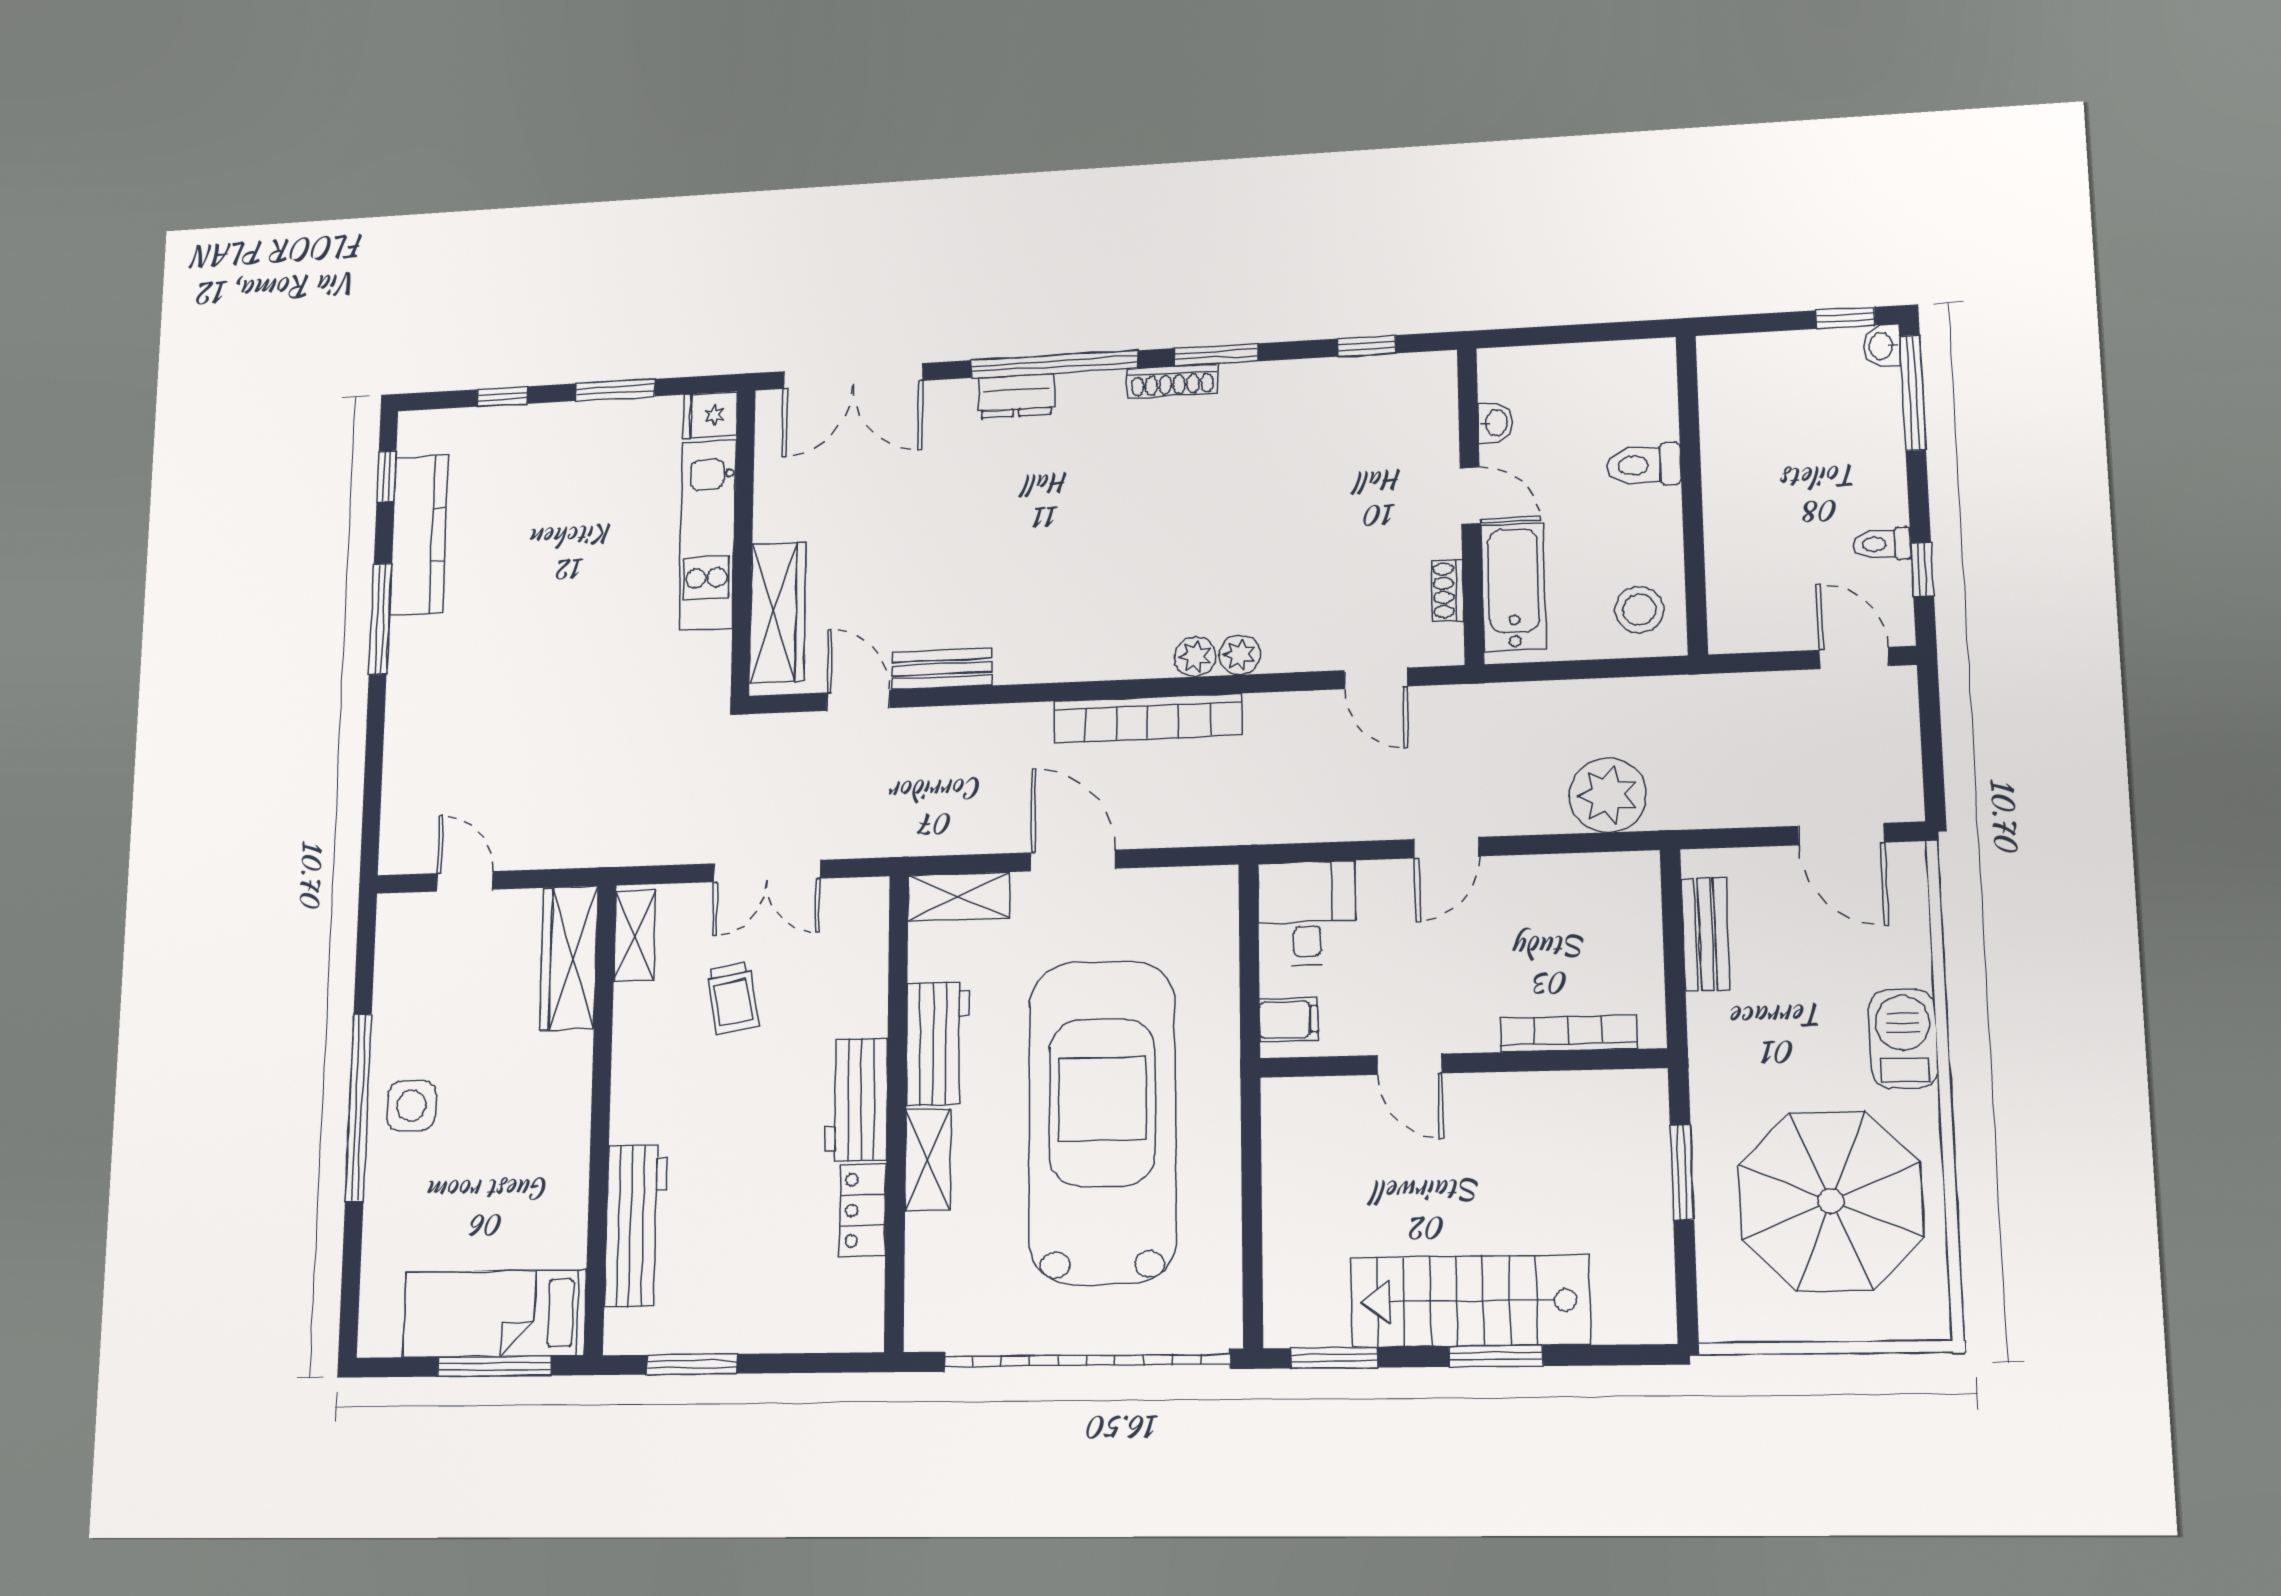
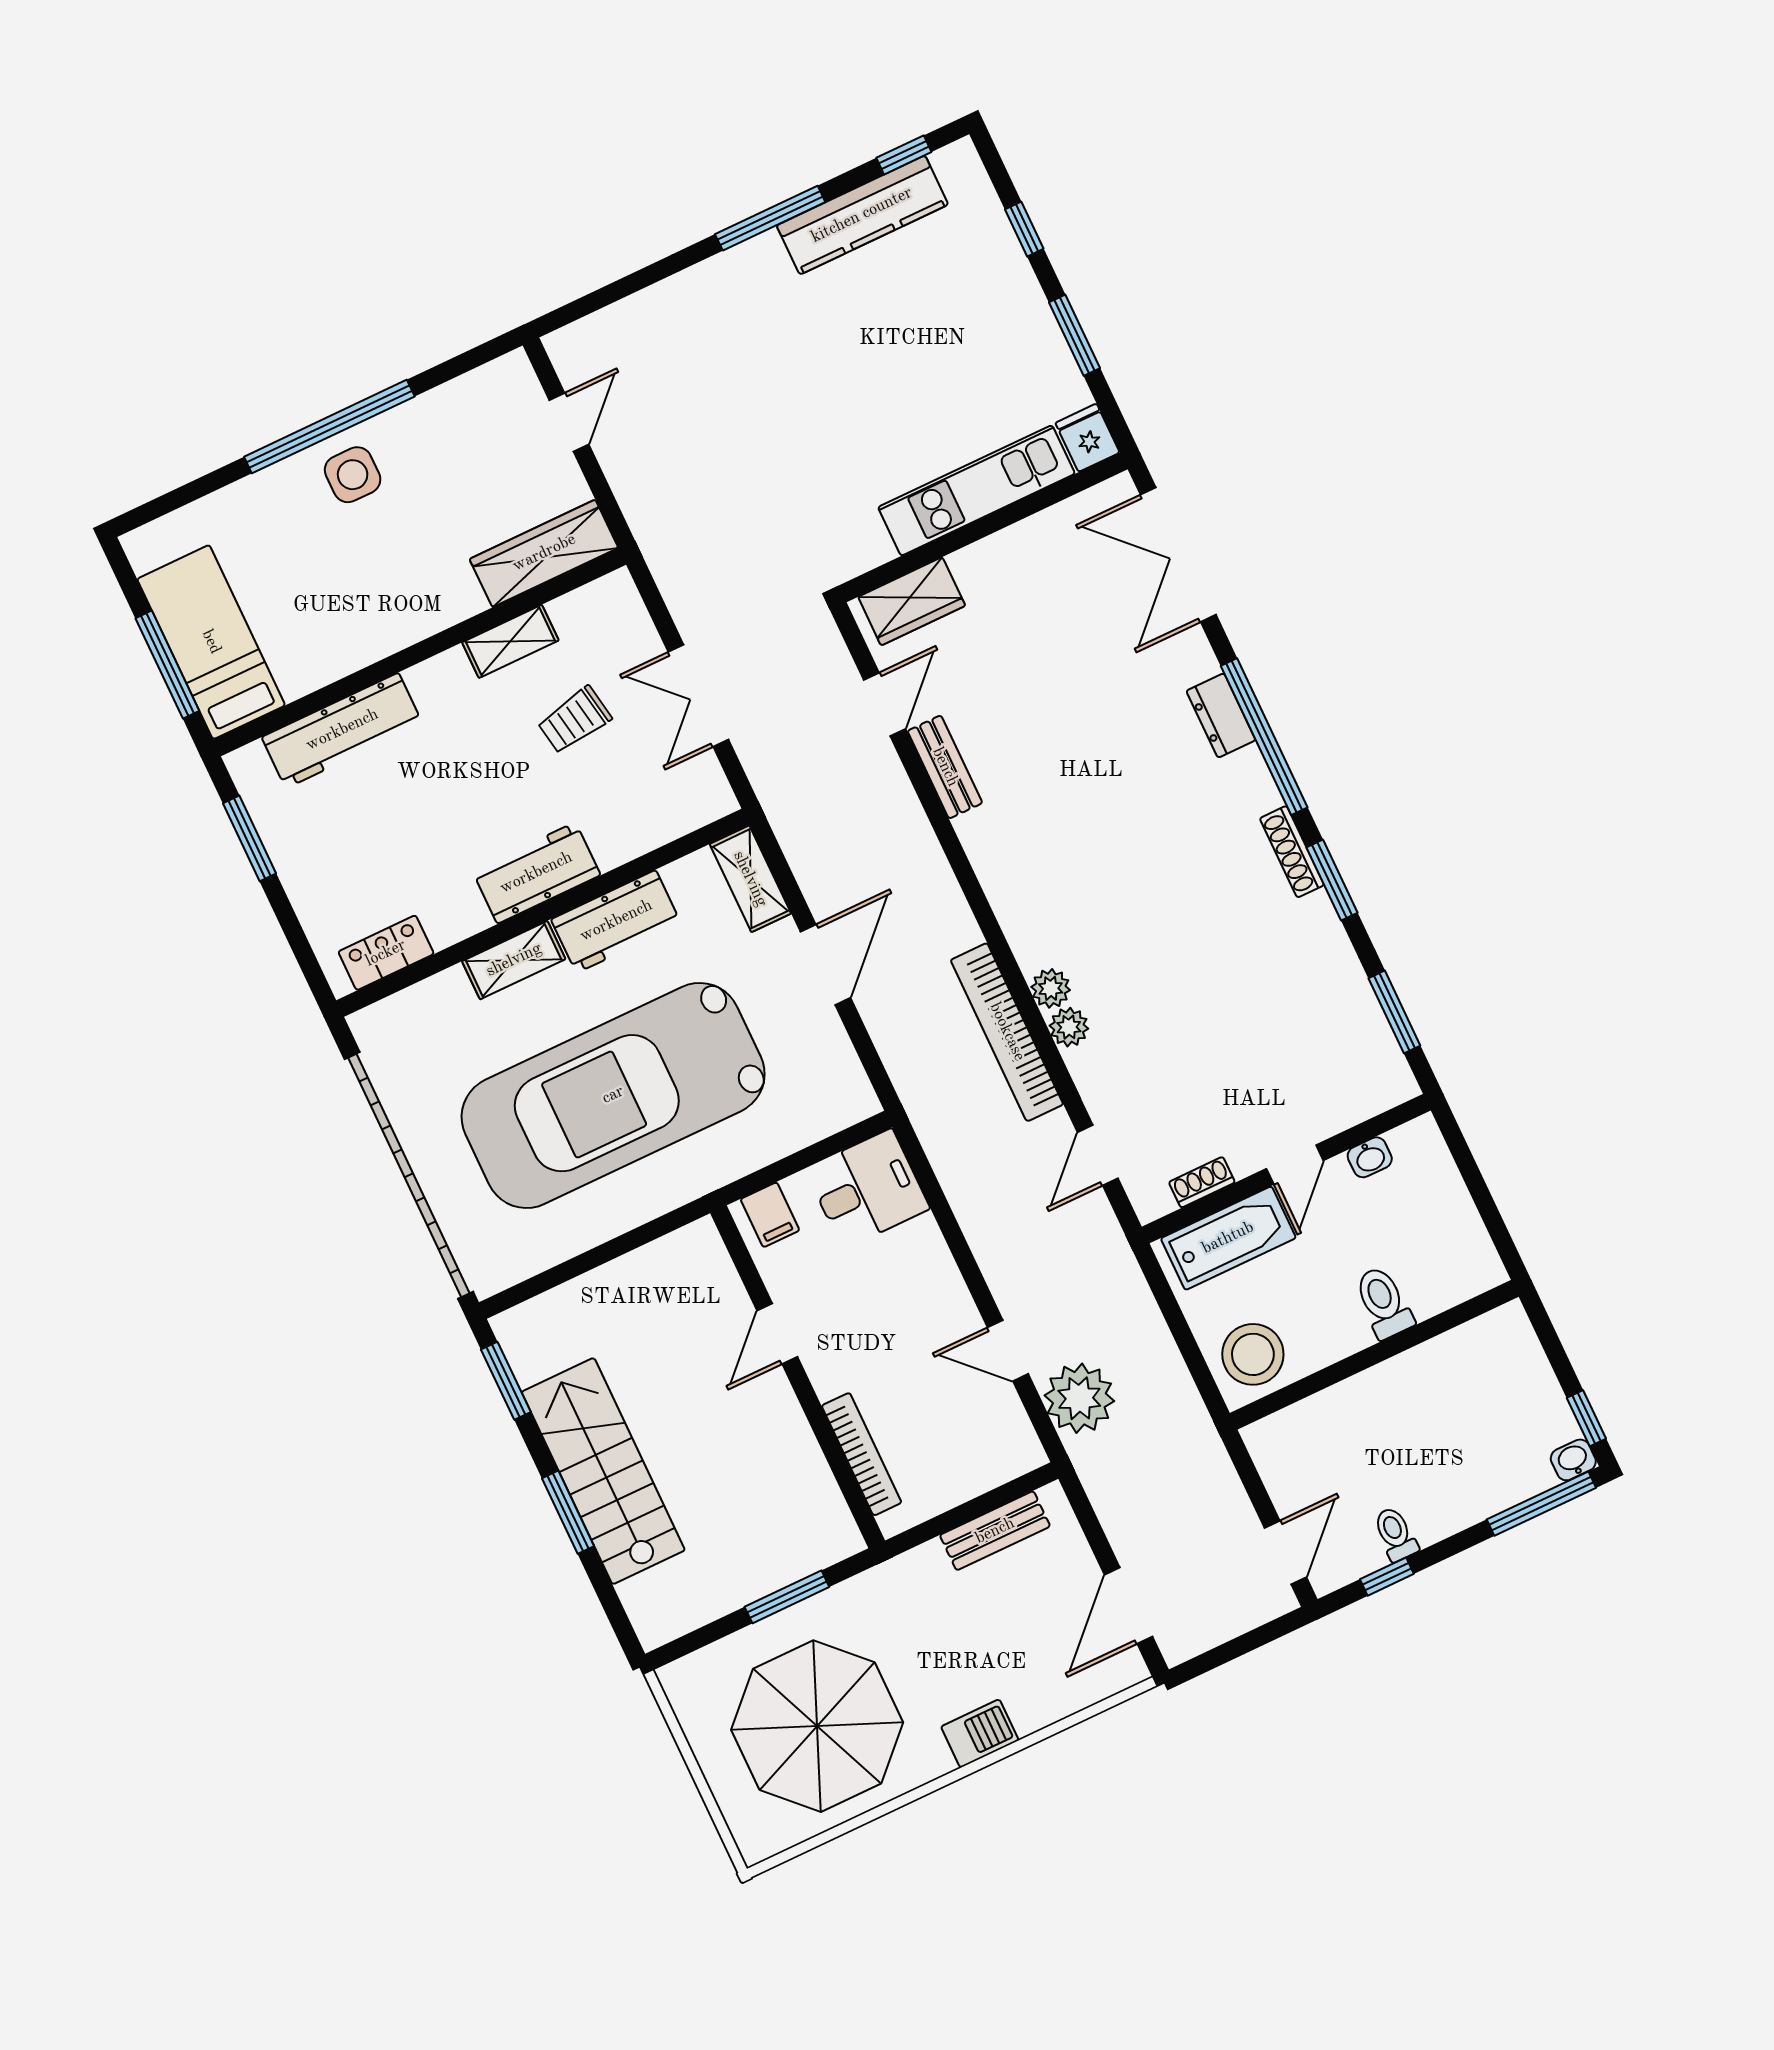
window: (1367, 346) -> (1394, 1012), width x1.50
stool: (1639, 610) -> (1253, 1354), width x1.38, depth x1.38
wardrobe: (778, 612) -> (912, 601), width x0.67
bookcase: (1148, 718) -> (1007, 1032), moved
door: (1446, 848) -> (1008, 1351), moved
shelving: (635, 936) -> (510, 641), moved
barbecue: (1903, 1039) -> (980, 1733), width x0.73, depth x0.79
car: (1102, 1122) -> (613, 1095), turned 180
locker: (863, 1210) -> (386, 953), moved

